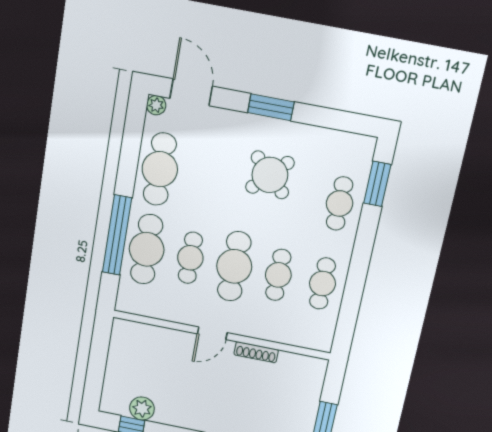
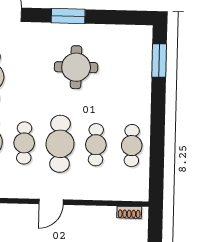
round table: (270, 175) -> (76, 67), turned 45
cafe table: (340, 204) -> (133, 80), removed
shoe rack: (256, 352) -> (129, 212), moved, width x0.70

